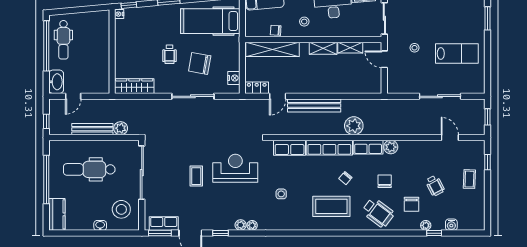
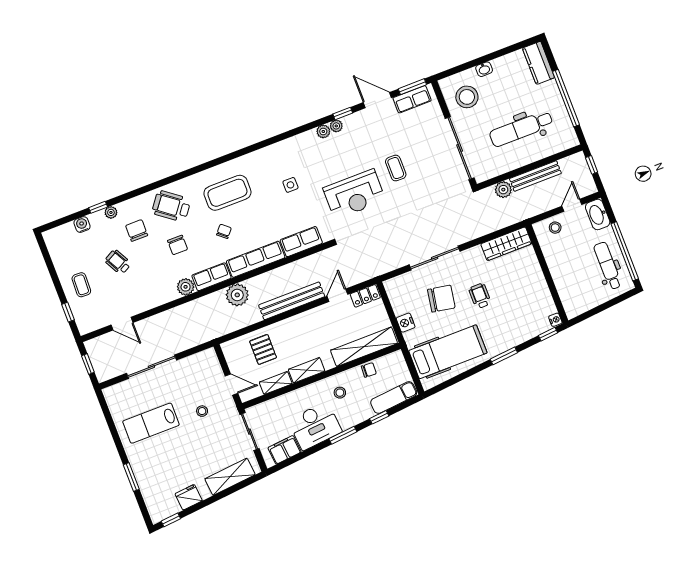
pallet: (350, 77) -> (263, 349), added
nightstand: (234, 78) -> (406, 323), moved
stool: (92, 84) -> (555, 228), added
dental chair: (89, 169) -> (521, 129), turned 180
plant: (252, 225) -> (336, 126), moved

